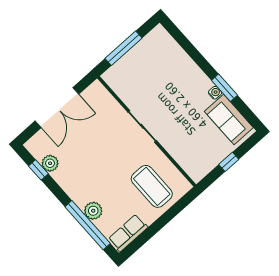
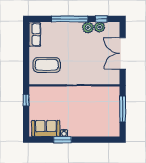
window: (229, 162) -> (26, 100), moved
plant: (93, 211) -> (88, 28), moved
window: (88, 225) -> (70, 19), moved

